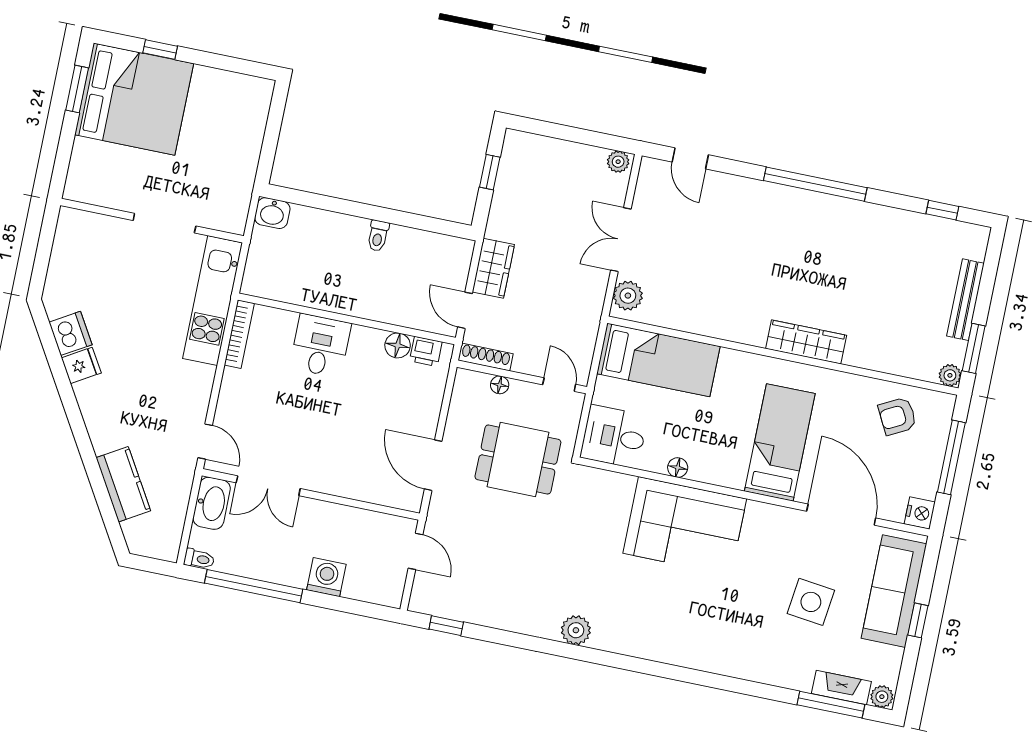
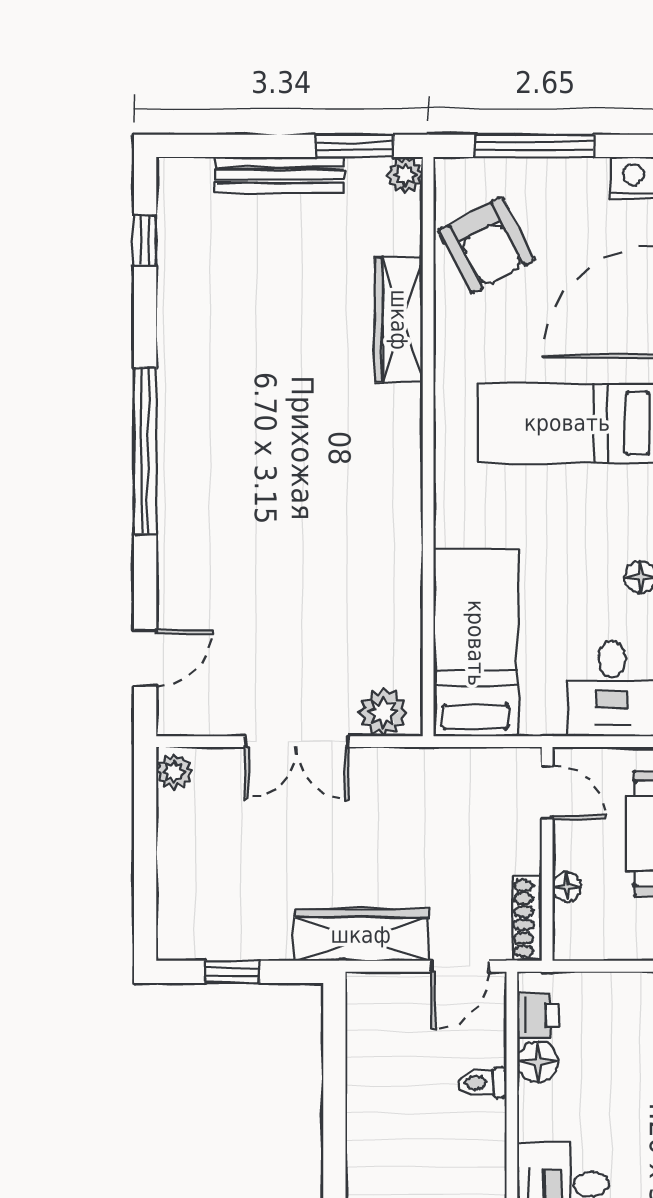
toilet: (378, 236) -> (482, 1082), moved, turned 180
wardrobe: (493, 268) -> (361, 935), width x1.50
wardrobe: (806, 342) -> (399, 320), moved
door: (559, 385) -> (547, 792), swing flipped
armchair: (897, 416) -> (487, 245), width x1.38, depth x1.38

